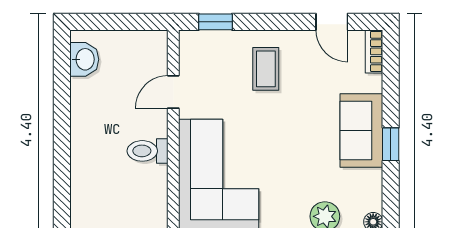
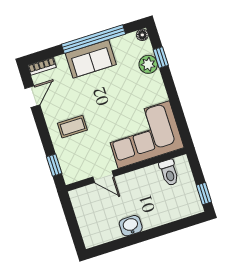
washbasin: (84, 59) -> (131, 226), moved
window: (391, 144) -> (93, 39), width x3.17
toilet: (148, 151) -> (169, 173), moved

